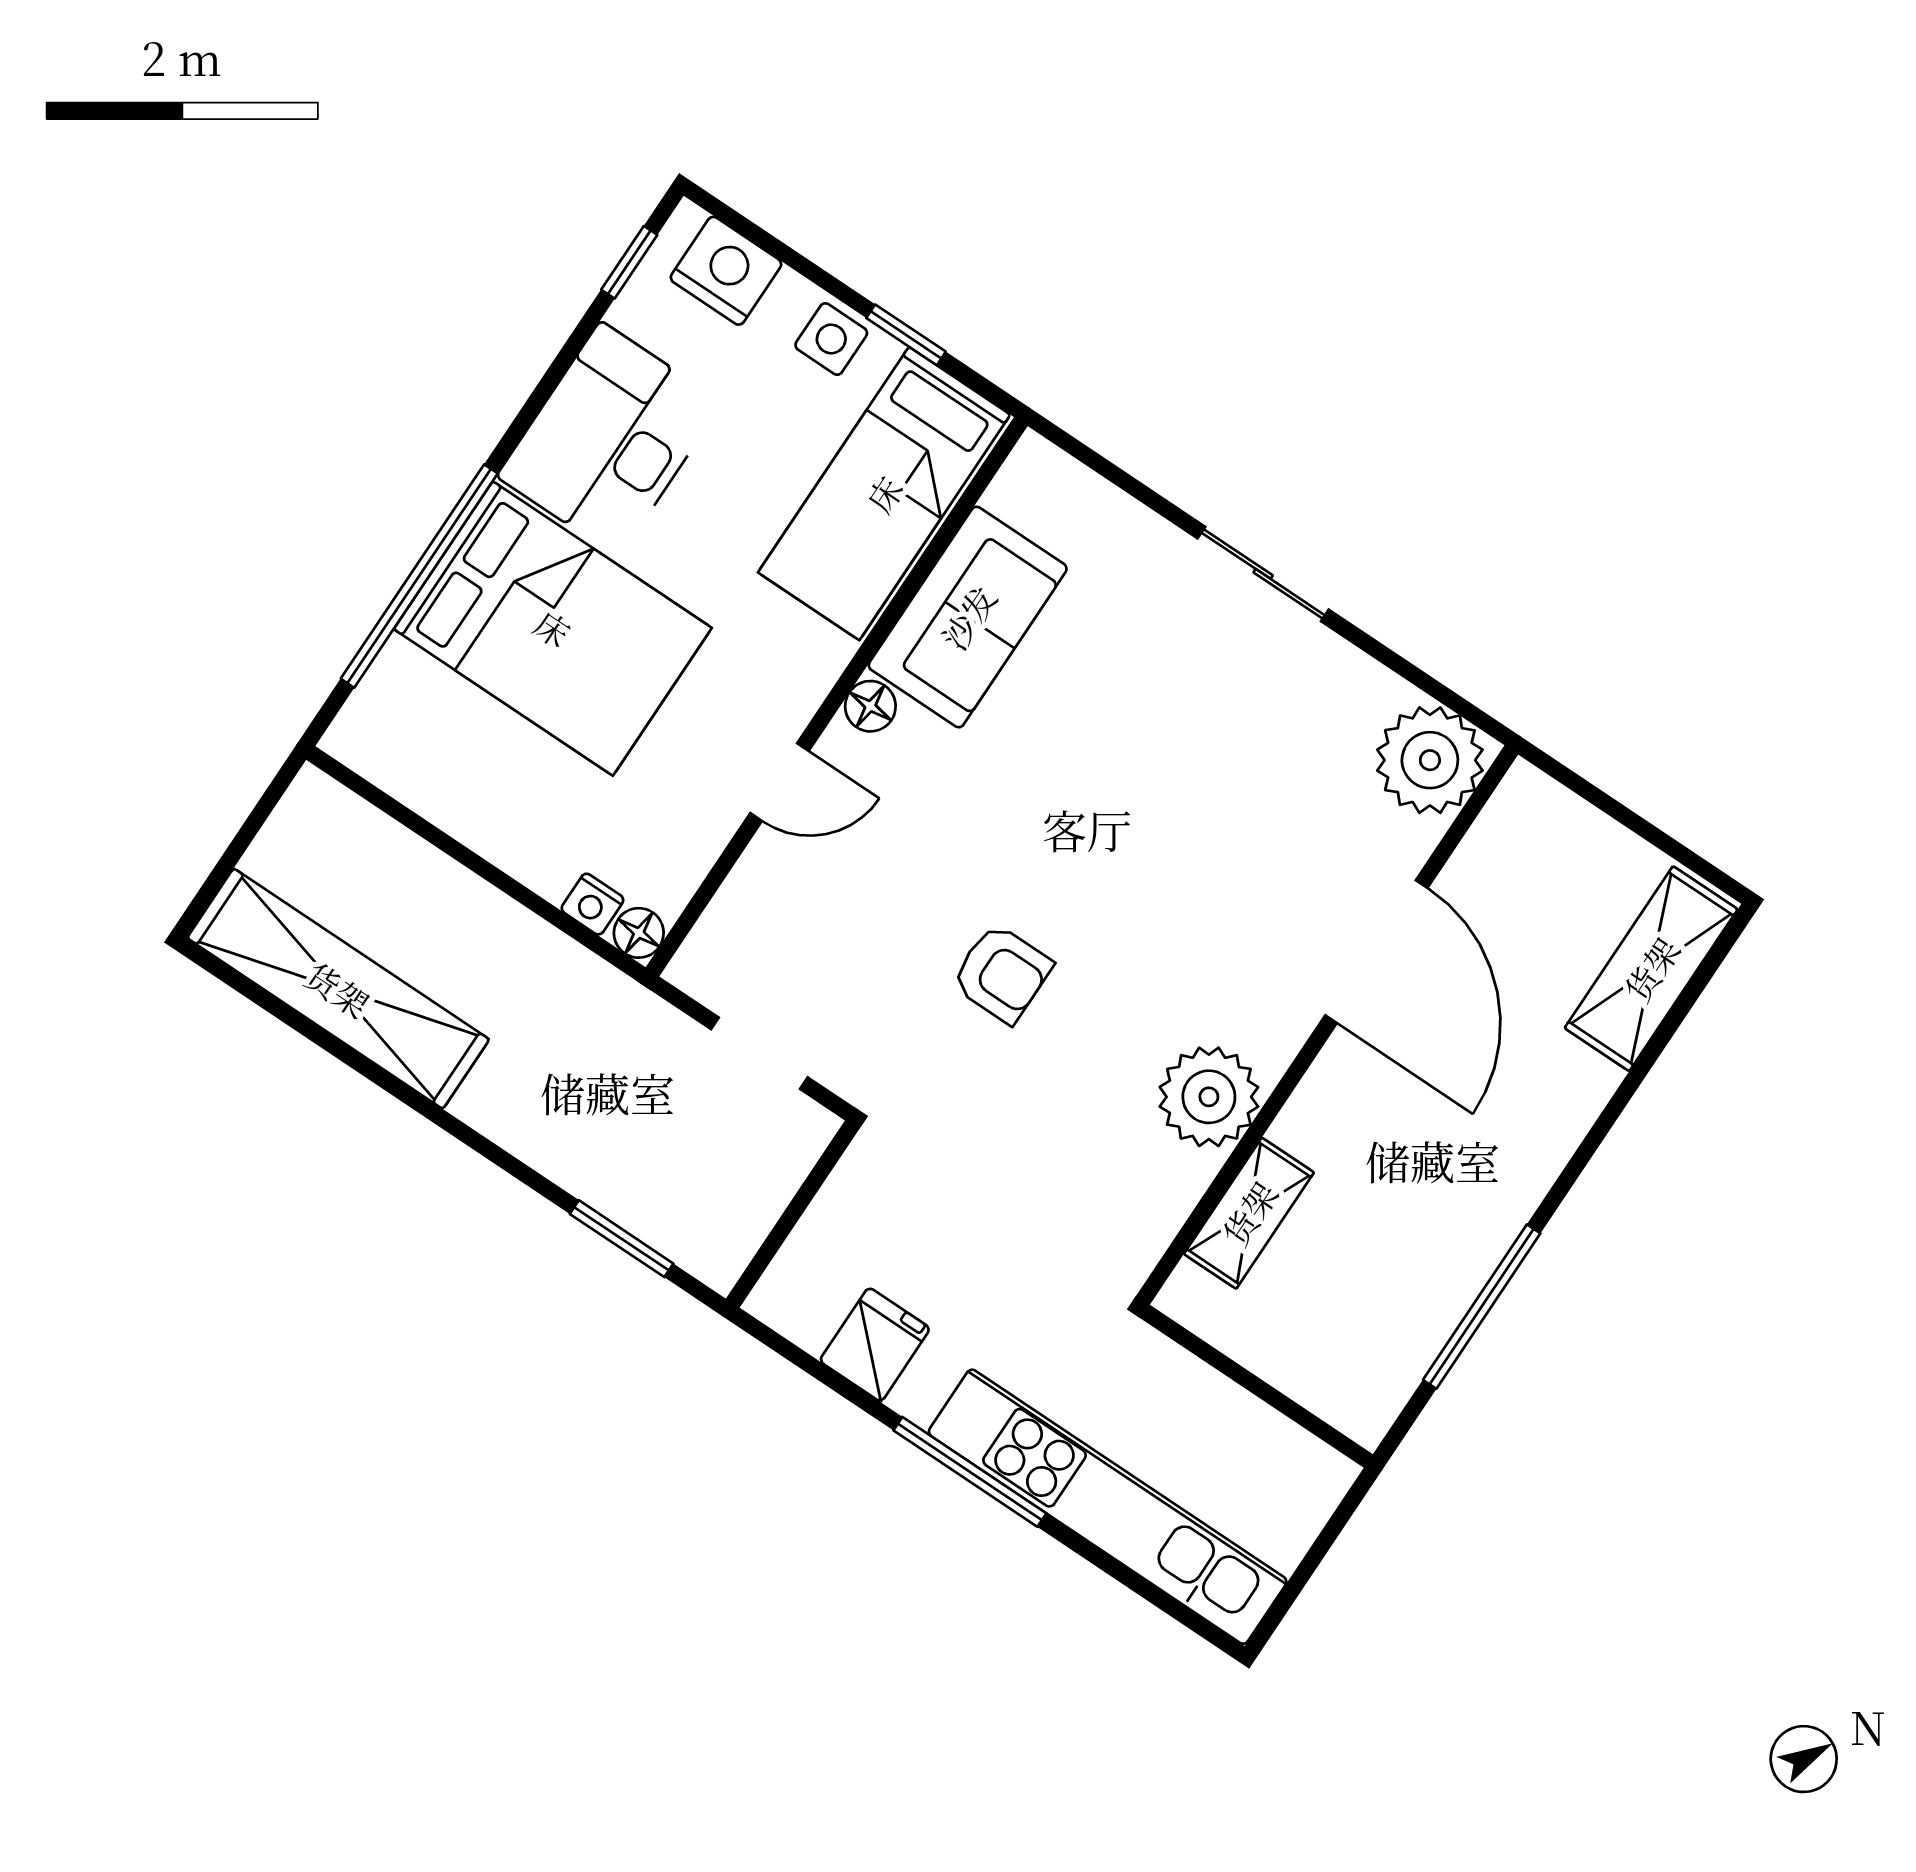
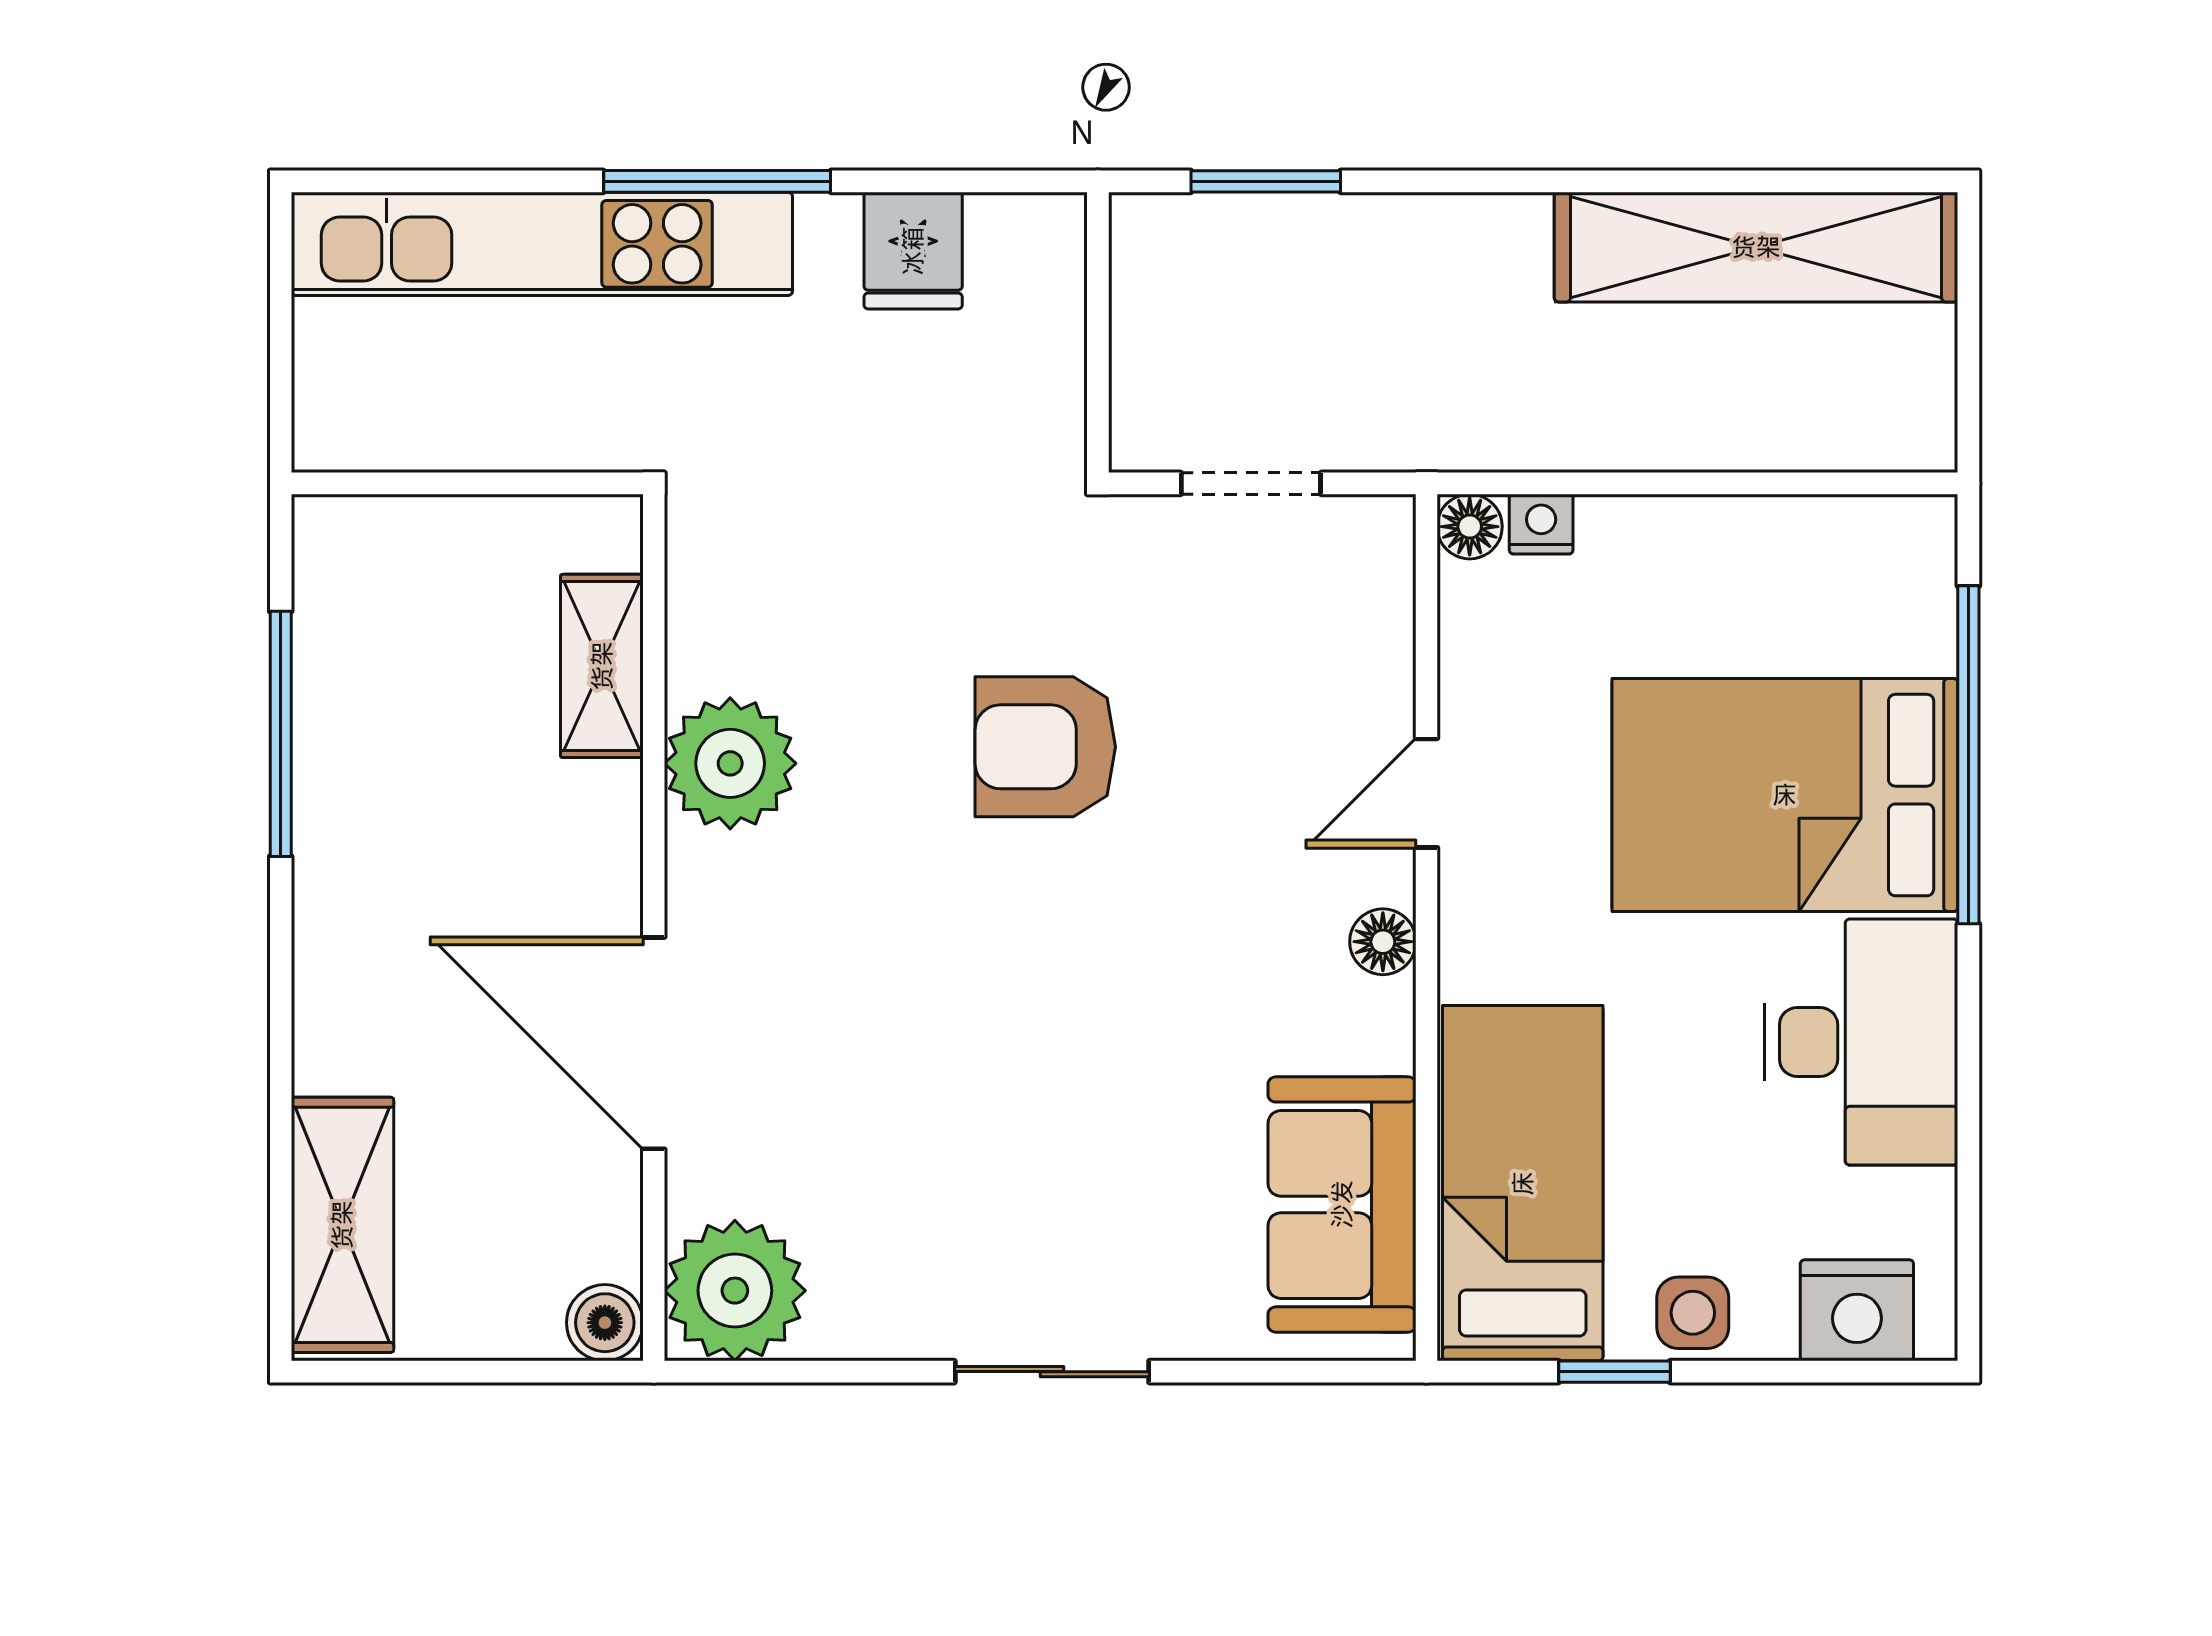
window: (629, 262) -> (1968, 1249), removed
sofa: (968, 617) -> (1342, 1204), moved
boiler: (1526, 795) -> (605, 1323), added
armchair: (1002, 973) -> (1045, 747), width x1.38, depth x1.38

